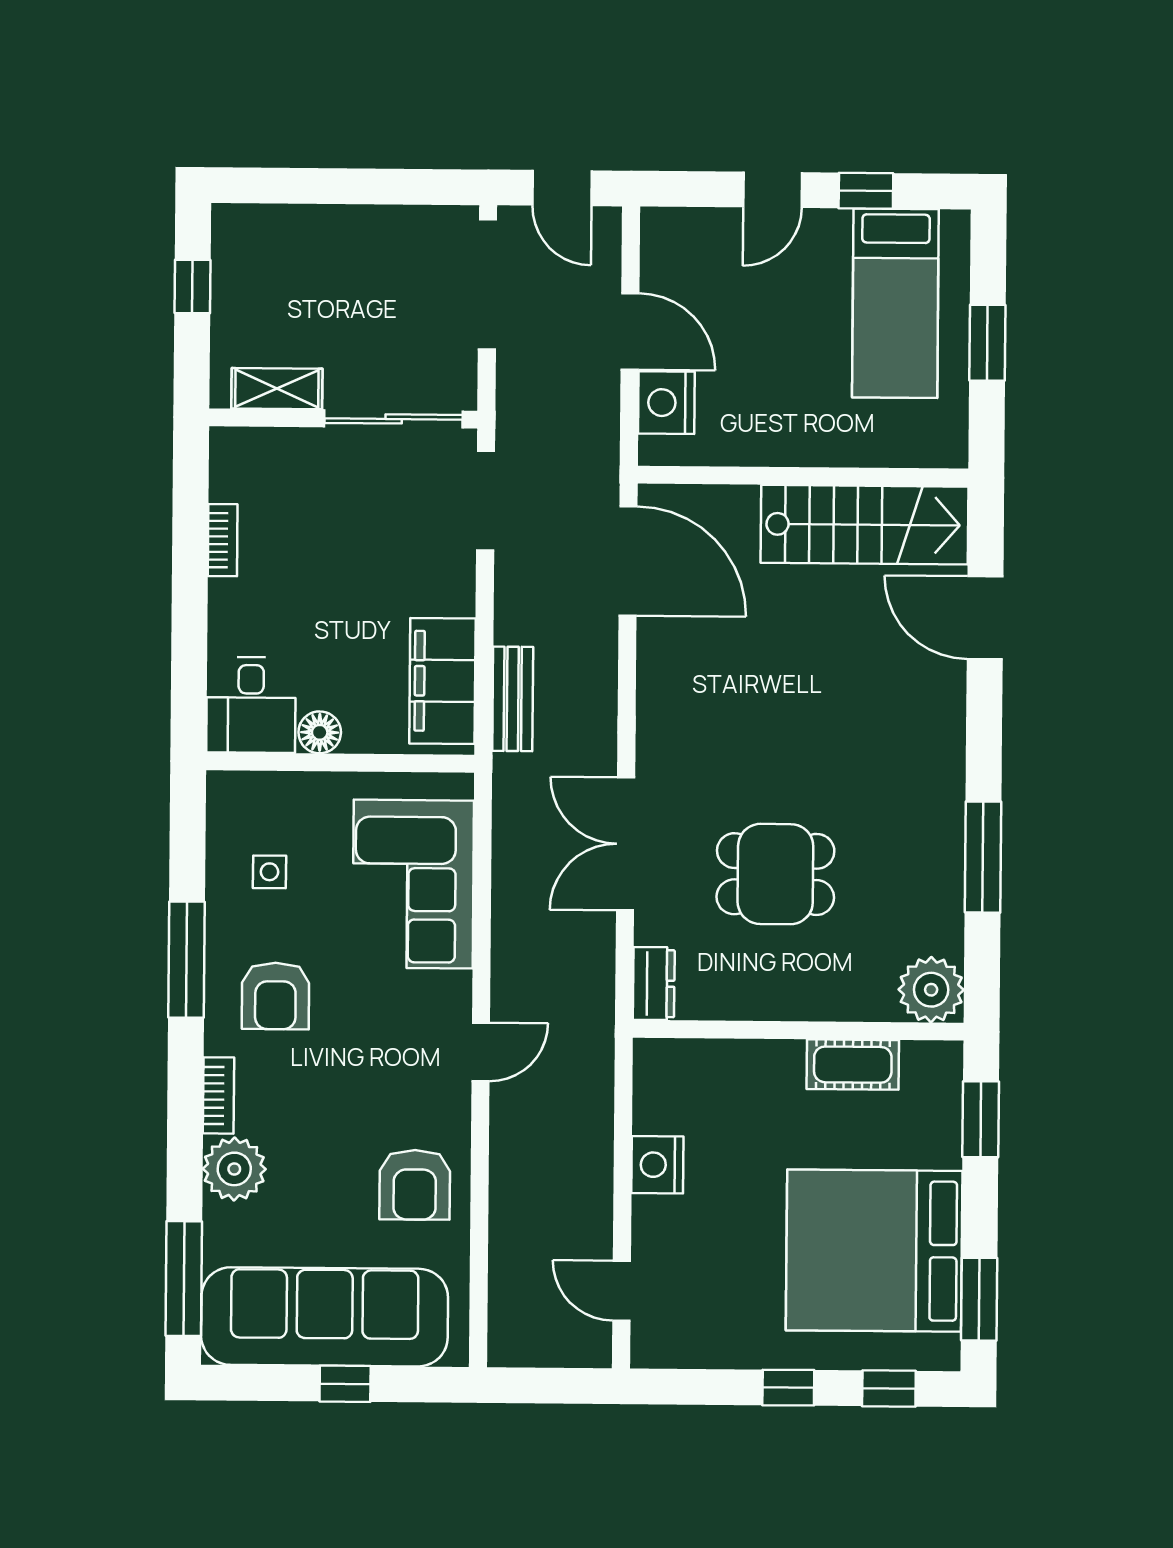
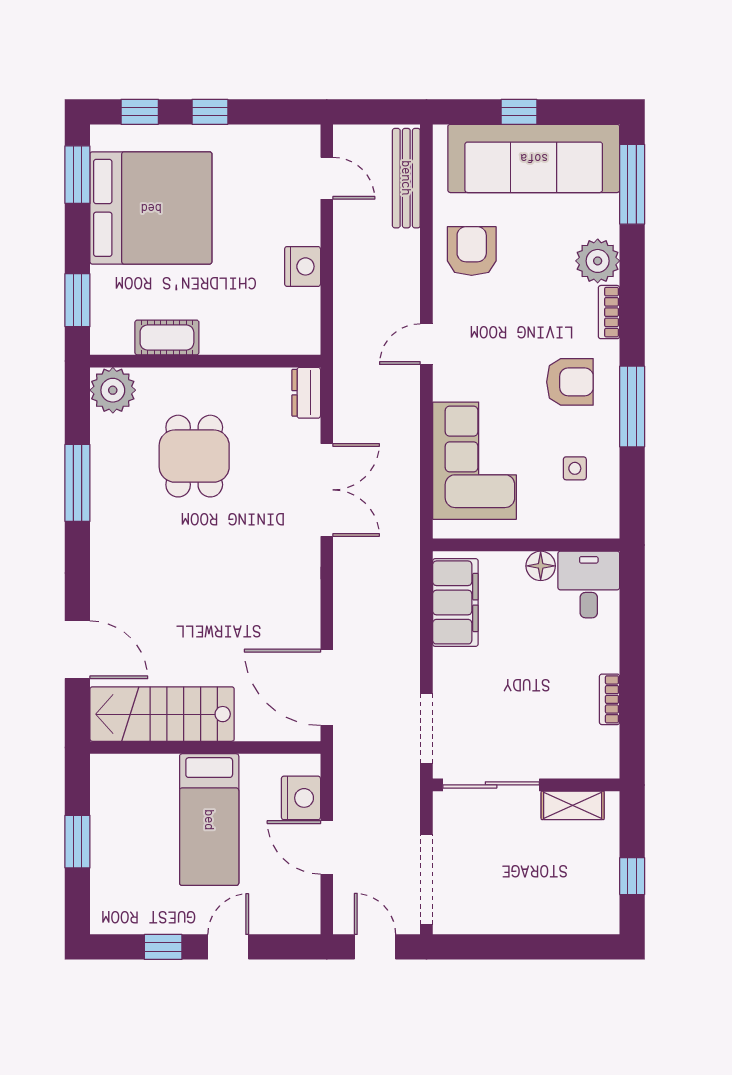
bed: (895, 303) -> (209, 820), moved, turned 180
bench: (513, 699) -> (406, 178), moved, width x1.36
dining table: (775, 874) -> (194, 456), moved, turned 90
armchair: (275, 996) -> (570, 382), turned 90

